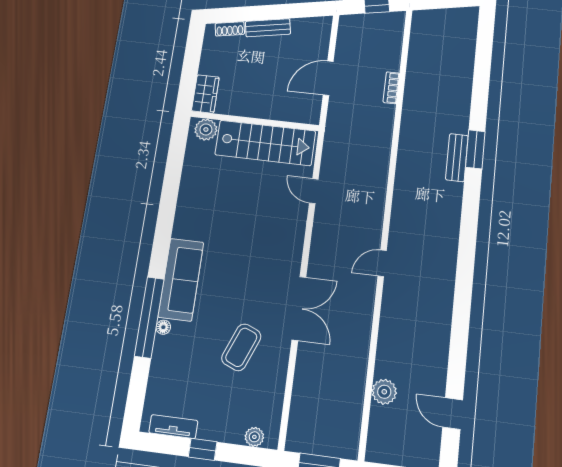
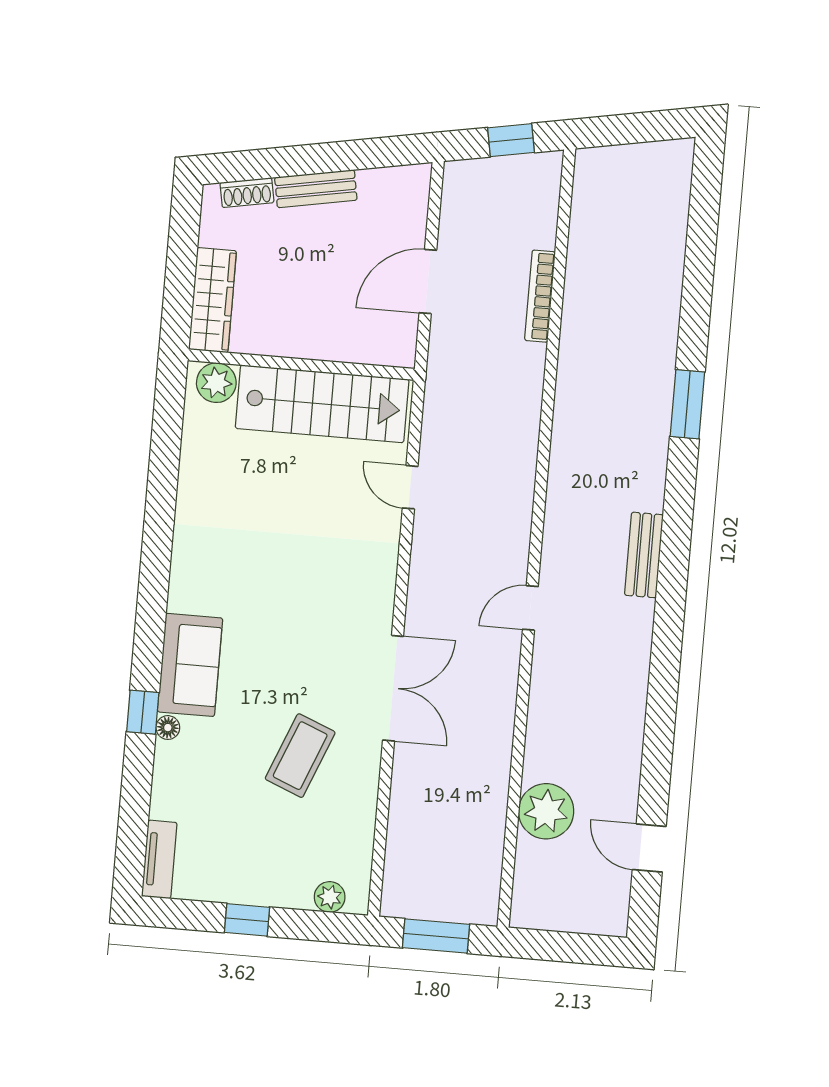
bookcase: (391, 88) -> (540, 296), width x1.56
wardrobe: (205, 94) -> (212, 300), width x1.50
bench: (457, 158) -> (644, 555), moved
sofa: (181, 280) -> (190, 665), width x0.73
window: (149, 317) -> (143, 712), width x0.32
plant: (384, 392) -> (546, 811), width x1.36, depth x1.36
tv unit: (173, 427) -> (159, 859), moved, turned 90

